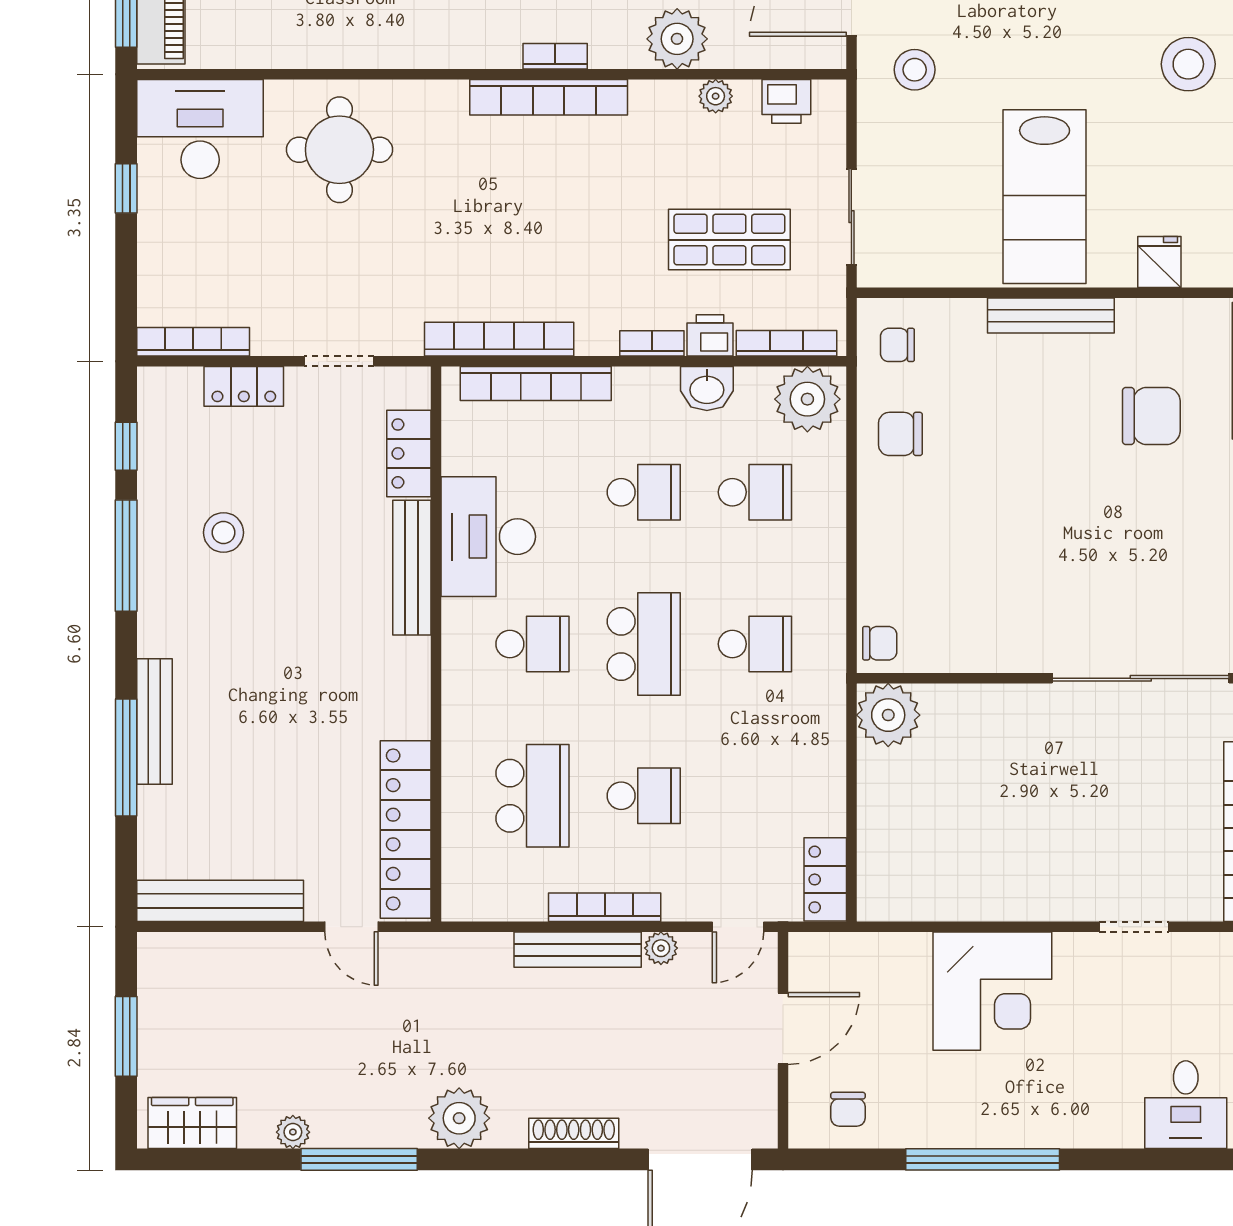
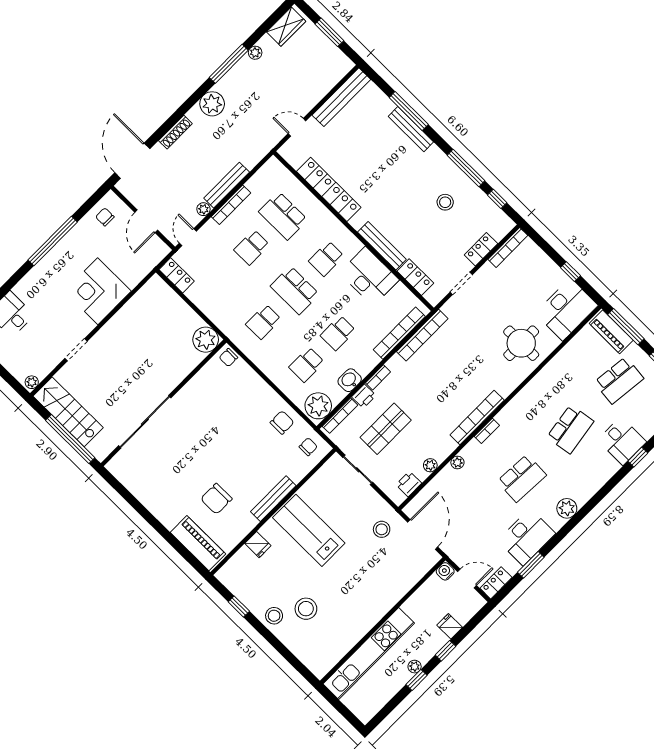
plant: (677, 39) -> (457, 462), width x0.53, depth x0.53
locker: (406, 830) -> (329, 189), moved

